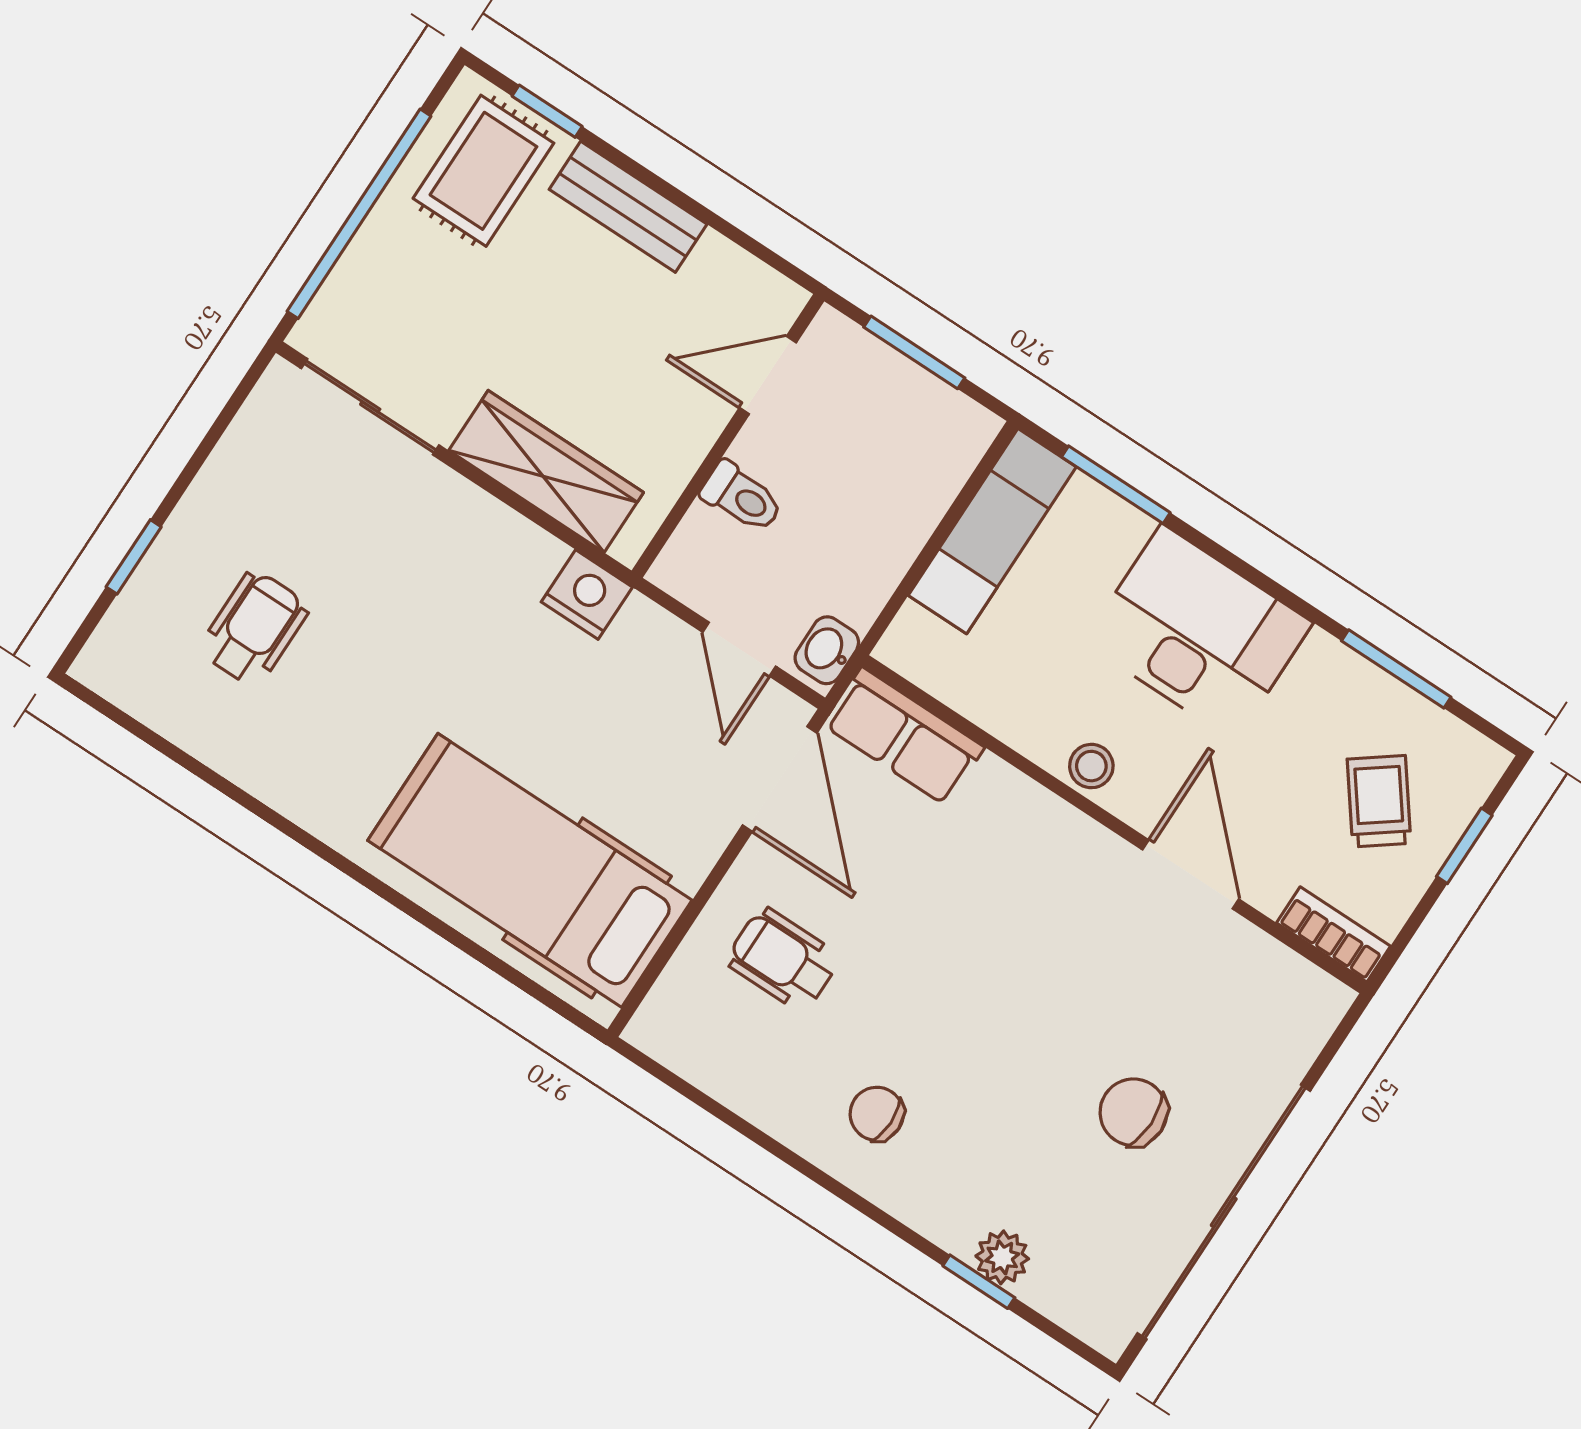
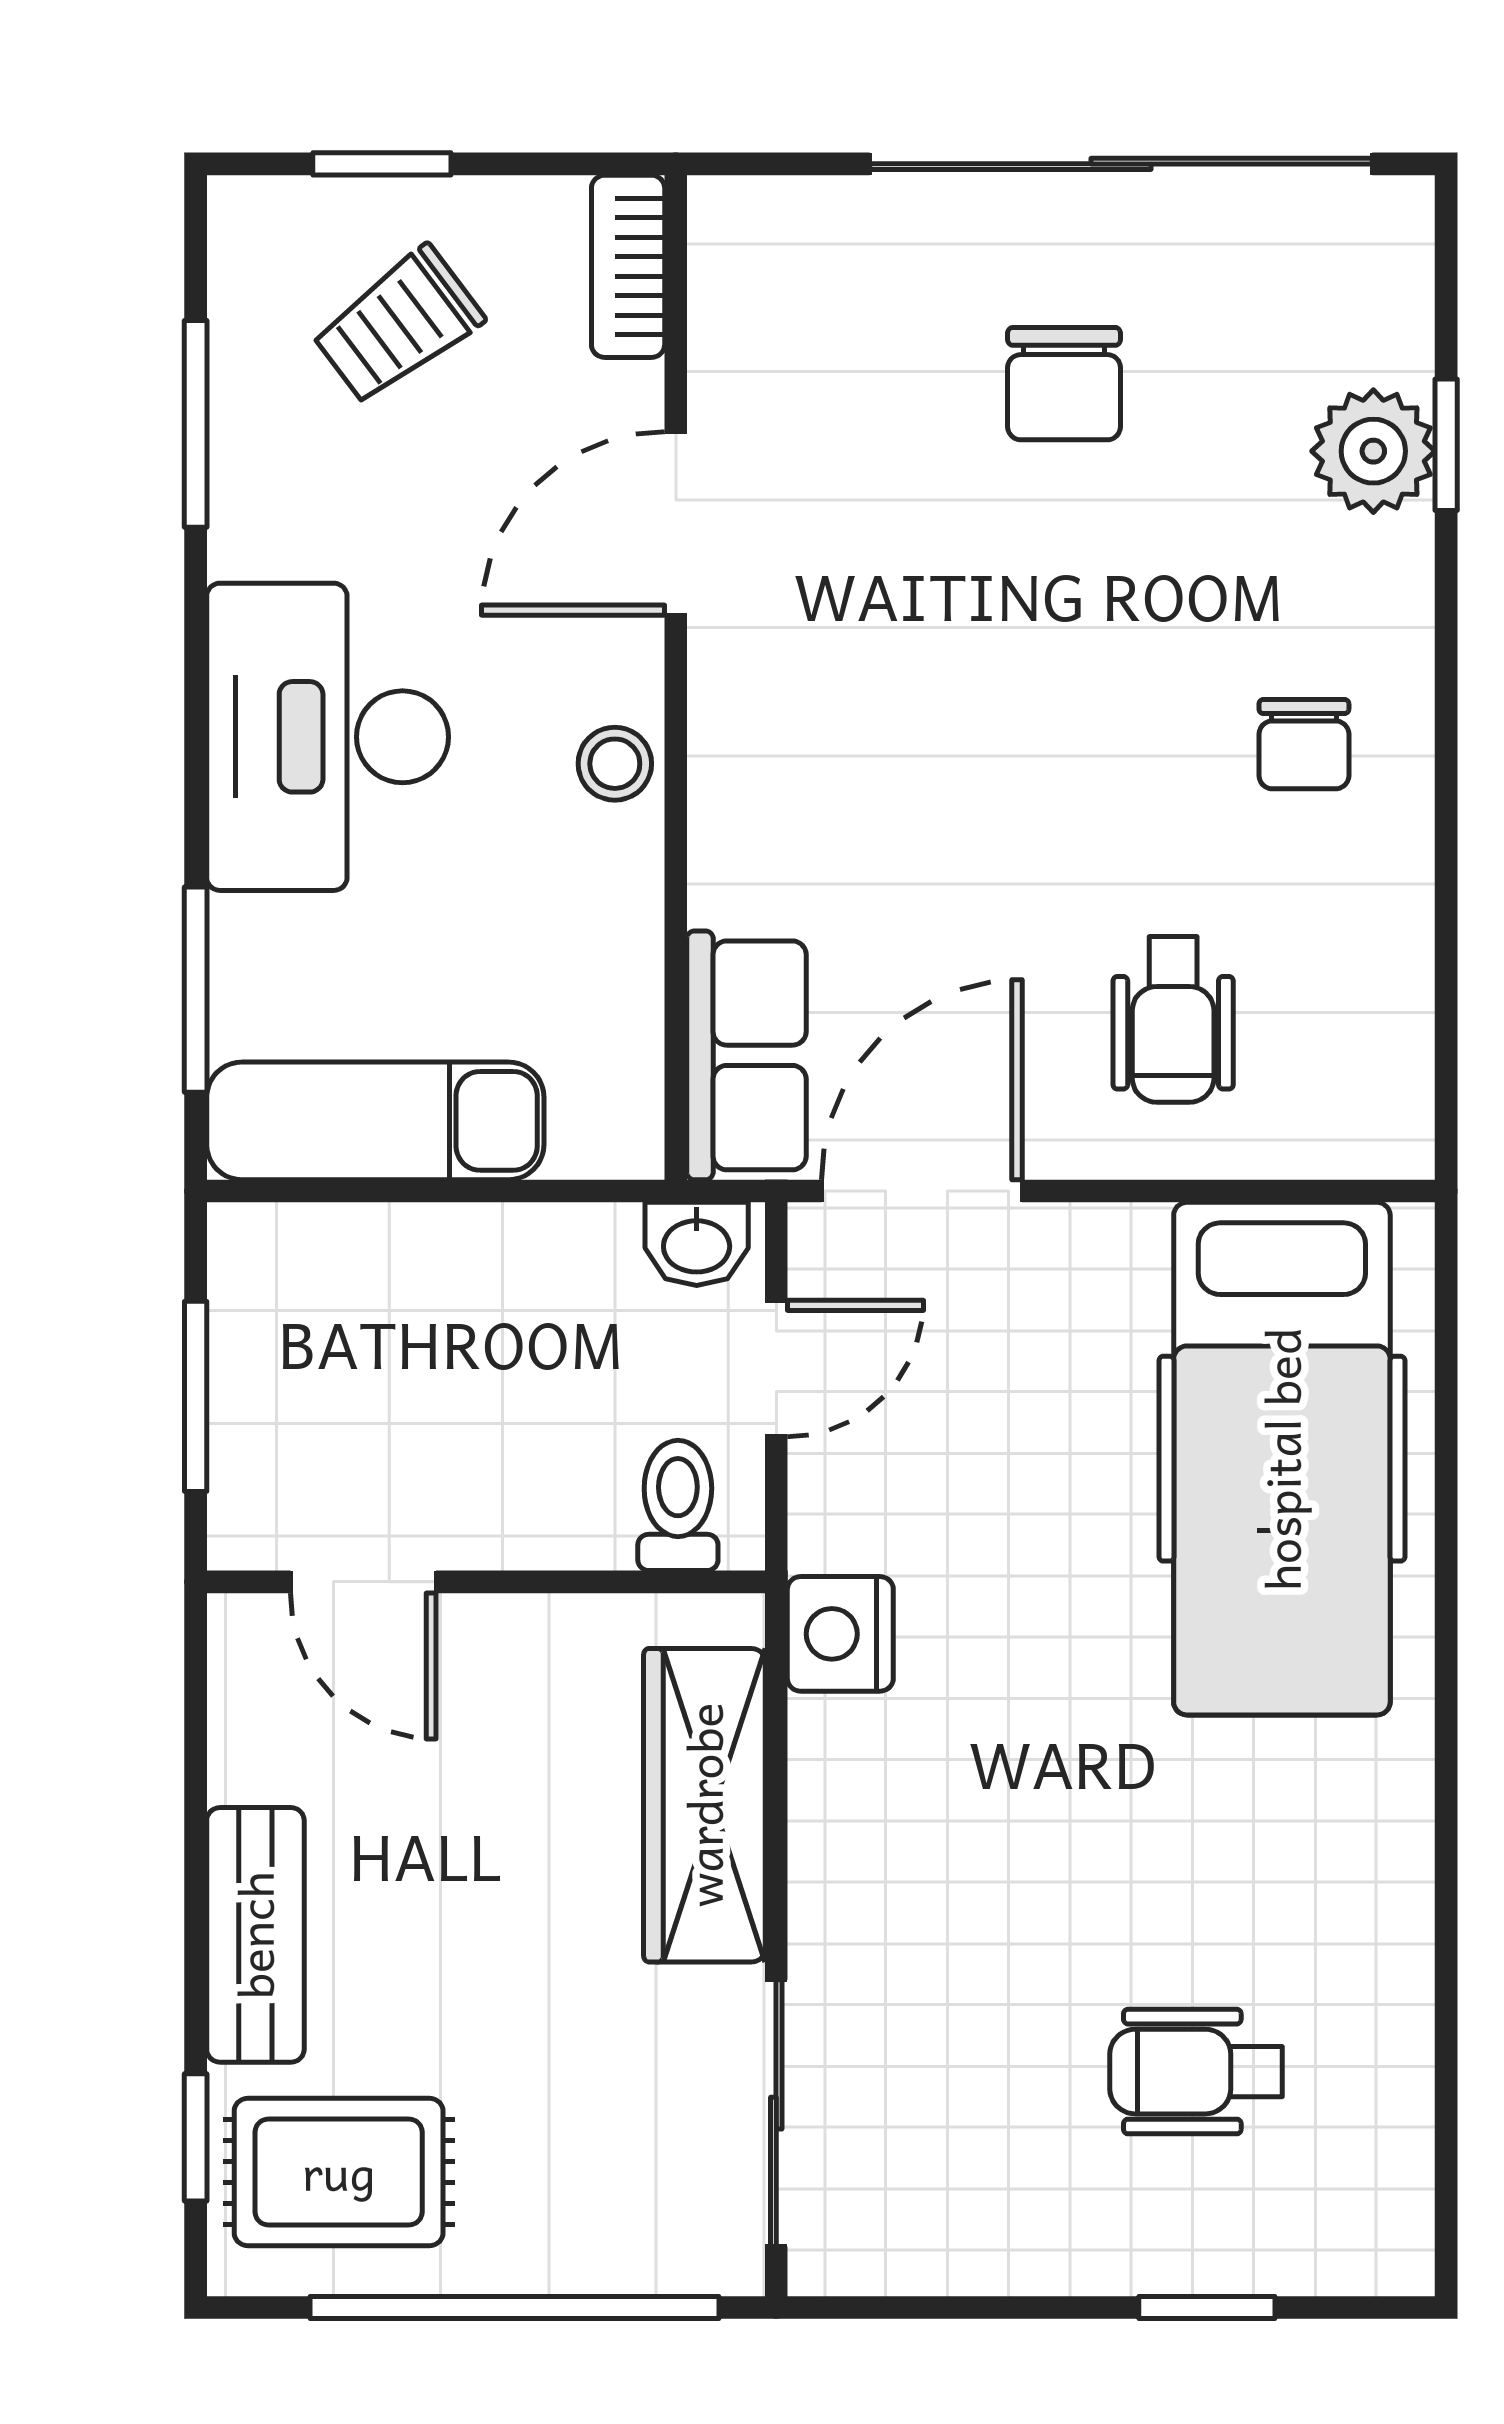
toilet: (742, 497) -> (678, 1505), moved
plant: (1002, 1257) -> (1373, 451), width x1.38, depth x1.38

